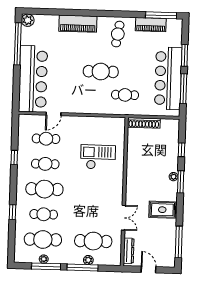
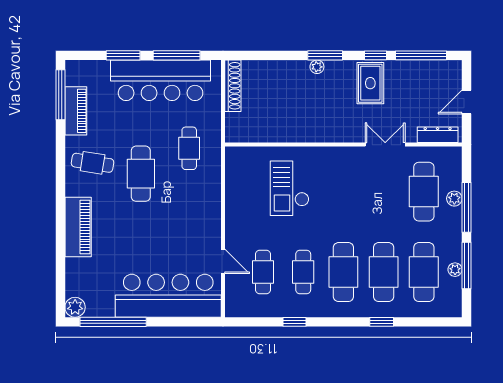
cafe table: (101, 72) -> (141, 174), moved
shoe rack: (144, 123) -> (233, 86), moved
window: (182, 150) -> (375, 55), moved
cafe table: (44, 214) -> (384, 272), width x1.37, depth x1.35

